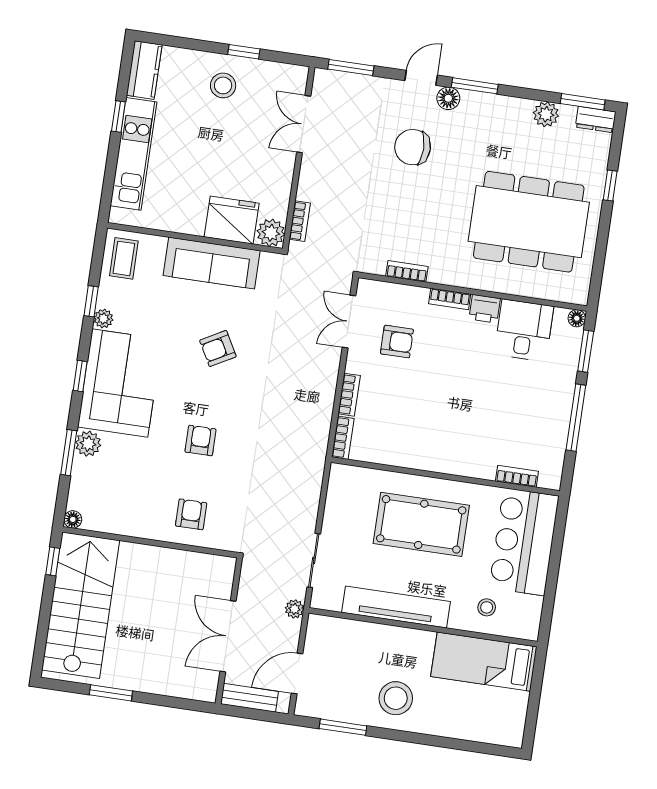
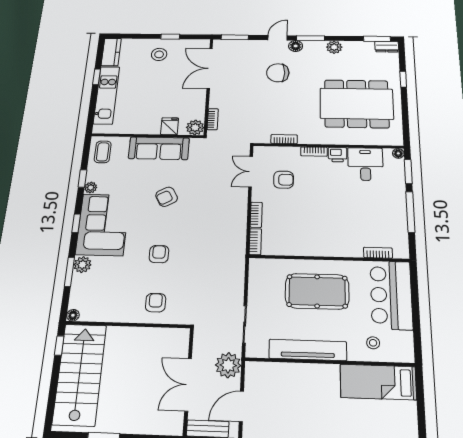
plant: (546, 114) -> (334, 47), moved
double door: (304, 124) -> (210, 68), width x1.37
fridge: (232, 220) -> (170, 126), width x0.53, depth x0.75
plant: (294, 609) -> (228, 365), width x1.88, depth x1.88
stool: (396, 698) -> (317, 417), removed

